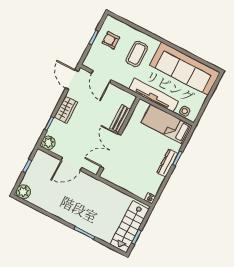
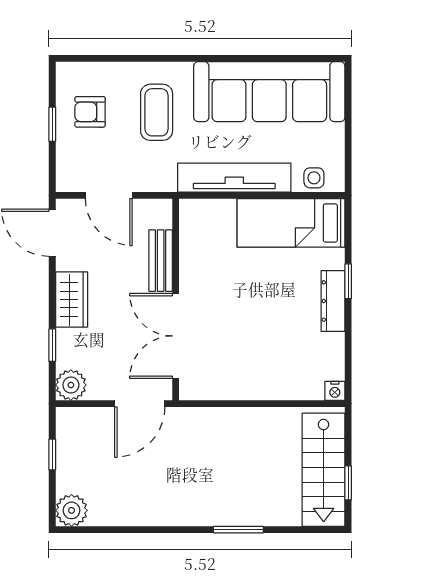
bench: (120, 119) -> (161, 261), moved
wall: (118, 137) -> (176, 300), moved
double door: (111, 151) -> (176, 336), moved

